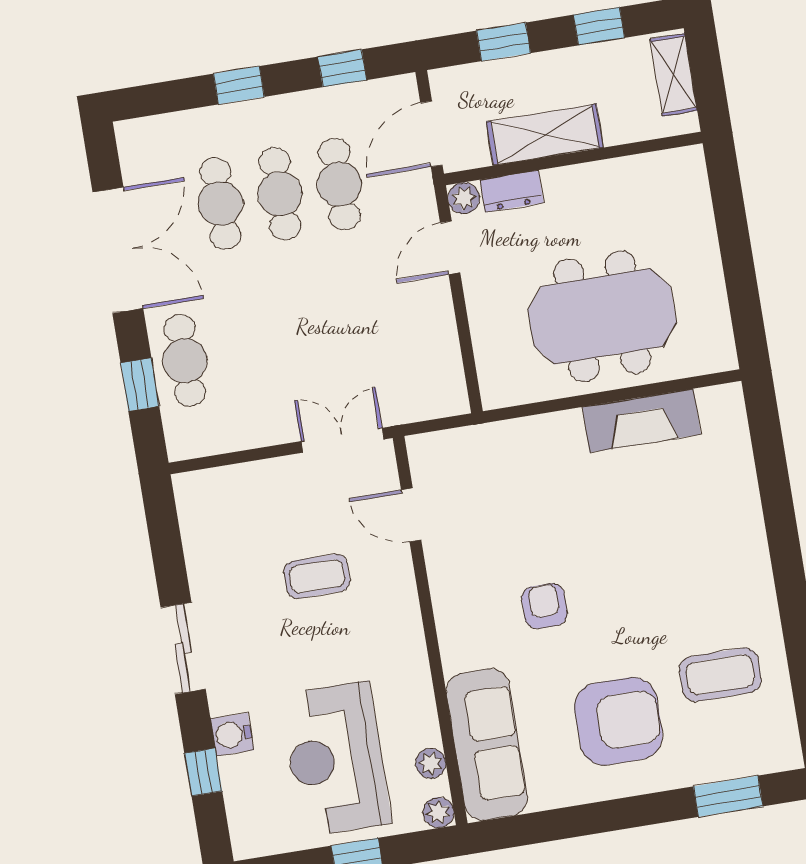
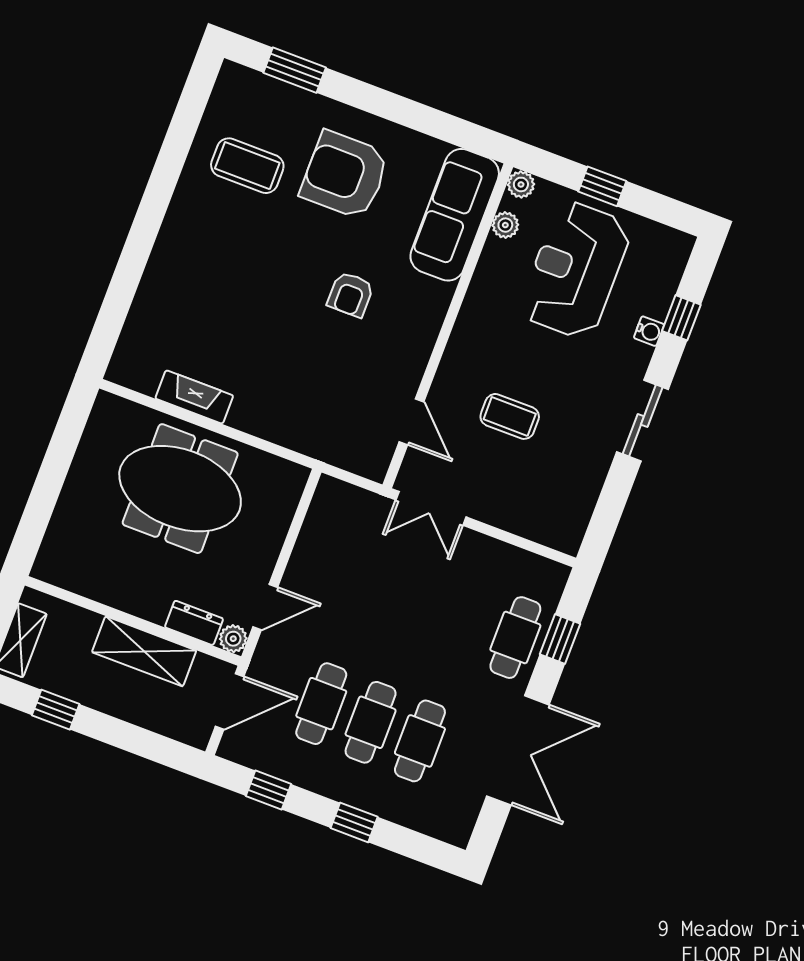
window: (503, 42) -> (135, 740), removed
double door: (118, 250) -> (518, 750), swing flipped
fireplace: (641, 421) -> (194, 397), width x0.73, depth x0.76
water cooler: (232, 734) -> (649, 331), width x0.72, depth x0.72
reception desk: (336, 759) -> (575, 270), turned 180

